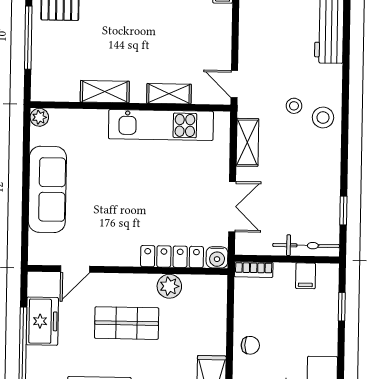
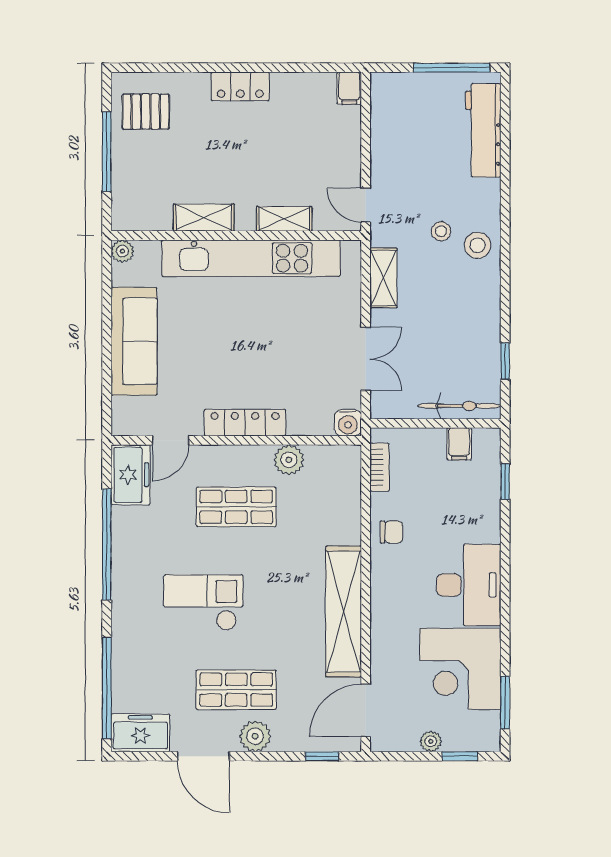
kitchen unit: (161, 125) -> (251, 258), width x1.36
locker: (172, 257) -> (245, 423), moved
bookcase: (254, 270) -> (380, 467), moved, turned -90
freezer: (42, 321) -> (131, 475), moved

